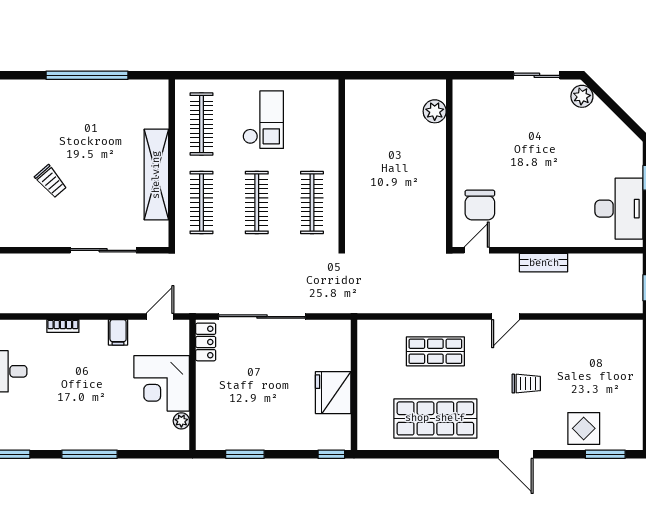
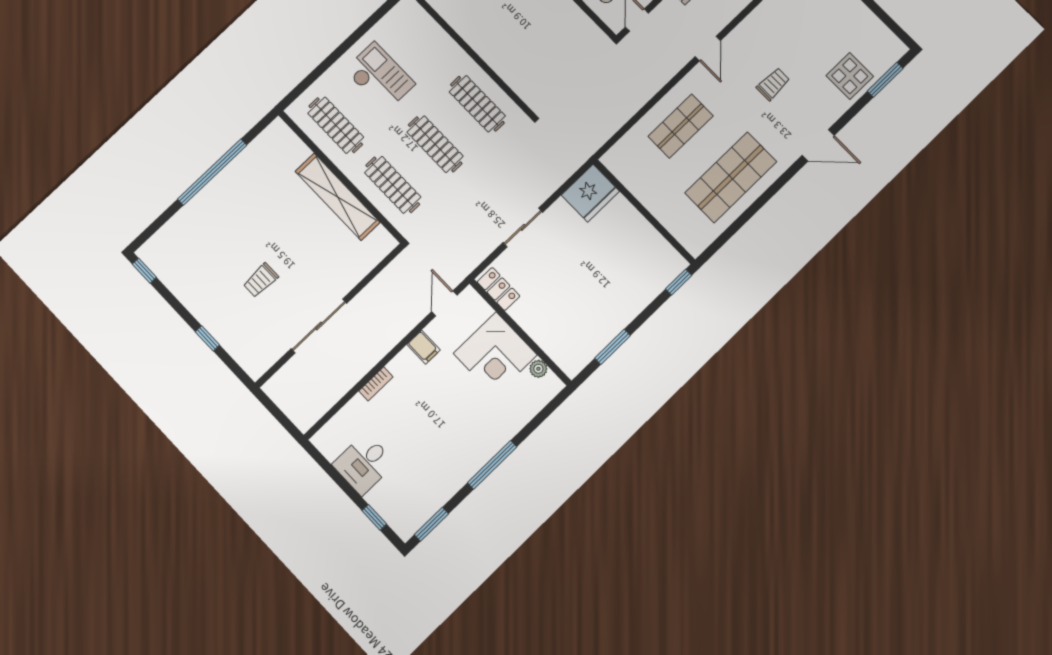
trolley: (51, 181) -> (261, 280), turned 131
sliding door: (103, 250) -> (319, 326), moved
sliding door: (262, 317) -> (523, 227), width x0.54
fridge: (333, 393) -> (590, 193), moved, turned -90

